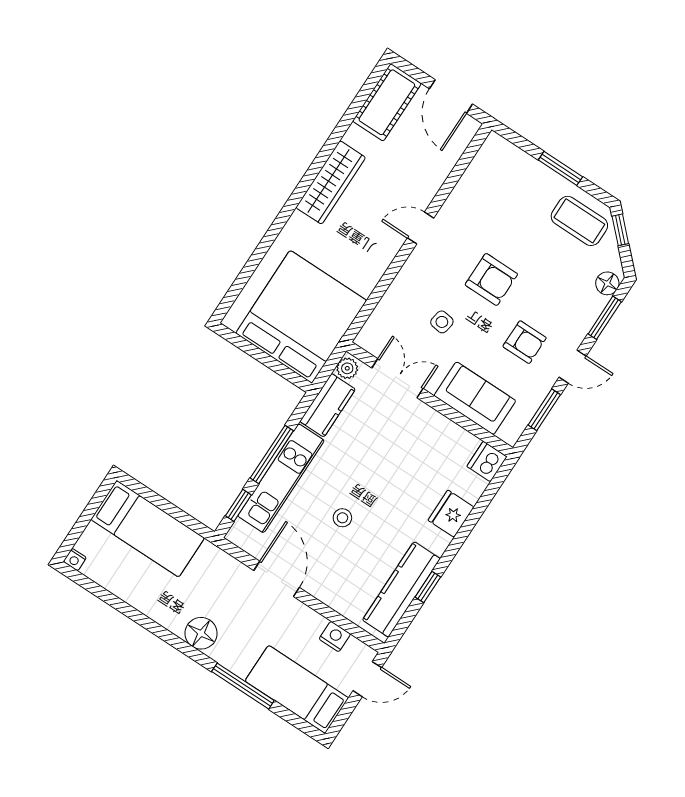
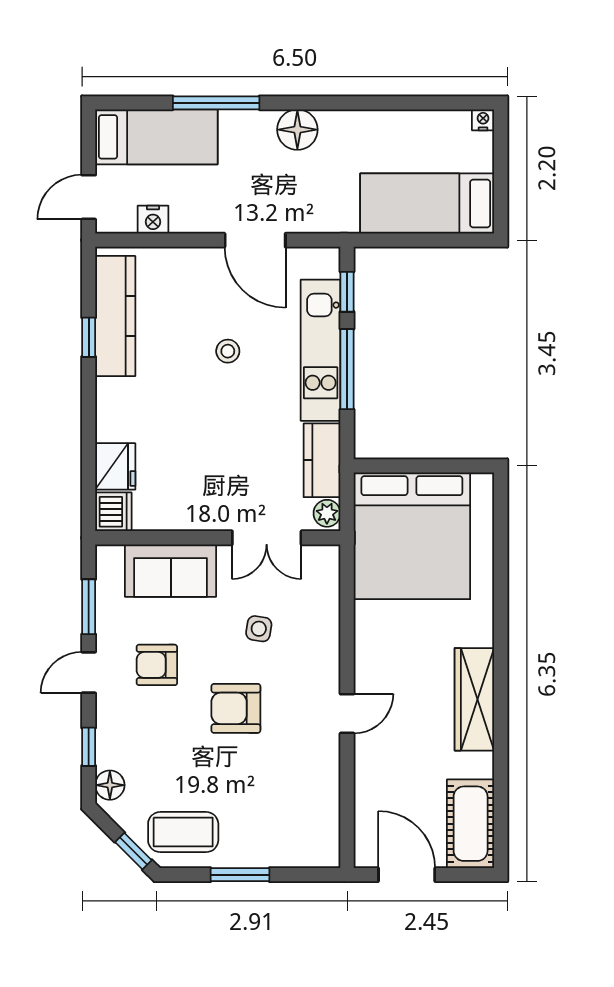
window: (605, 318) -> (89, 747), width x0.67
fridge: (451, 514) -> (115, 466), moved

